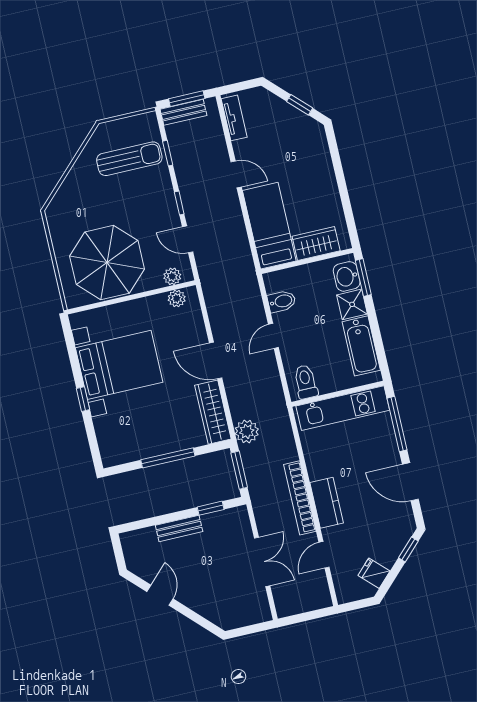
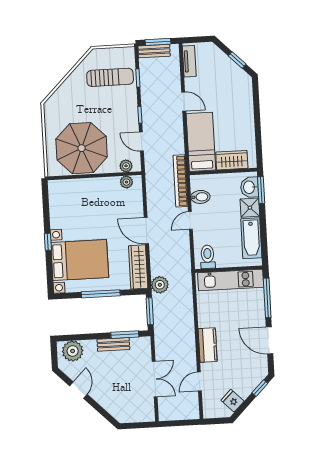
bed with nightstands: (119, 365) -> (80, 260), moved
bookcase: (300, 498) -> (180, 181), moved
window: (211, 508) -> (125, 335), width x1.50
bench: (179, 528) -> (113, 344), moved
plant: (143, 543) -> (73, 351), added

